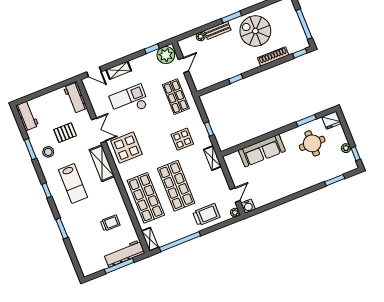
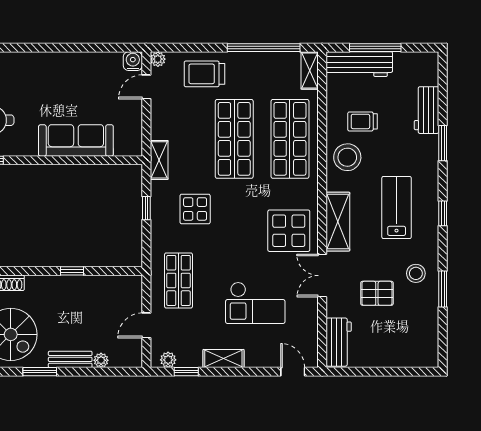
plant: (166, 55) -> (168, 360), width x0.53, depth x0.53
shelving: (119, 70) -> (223, 359), moved
workbench: (27, 116) -> (427, 110), moved
stool: (111, 200) -> (347, 157), added

